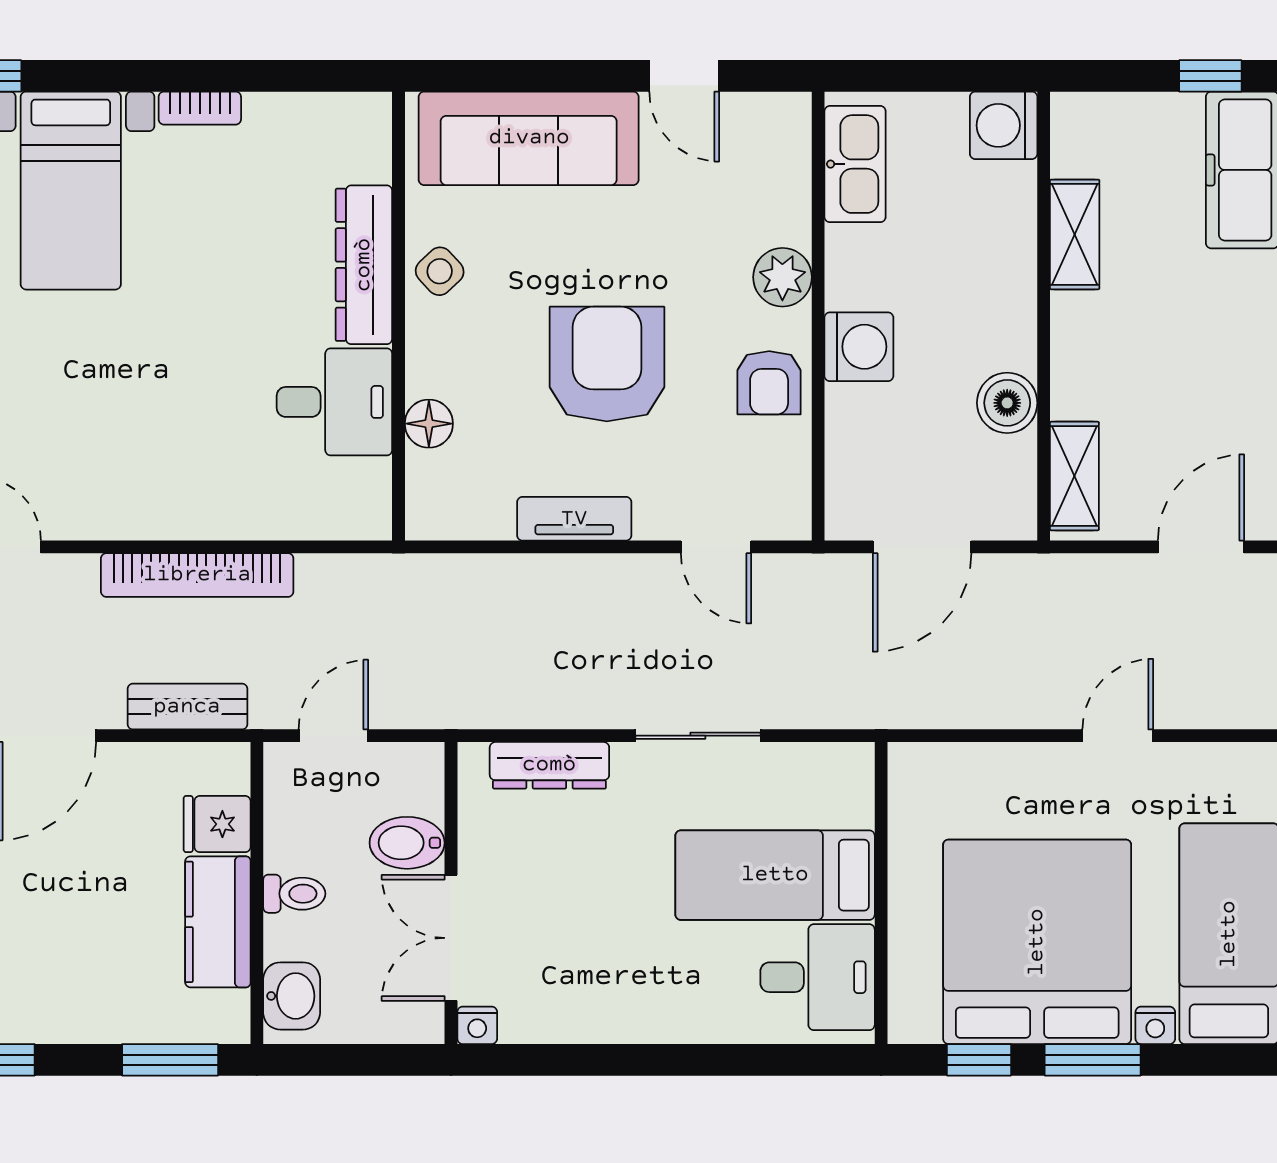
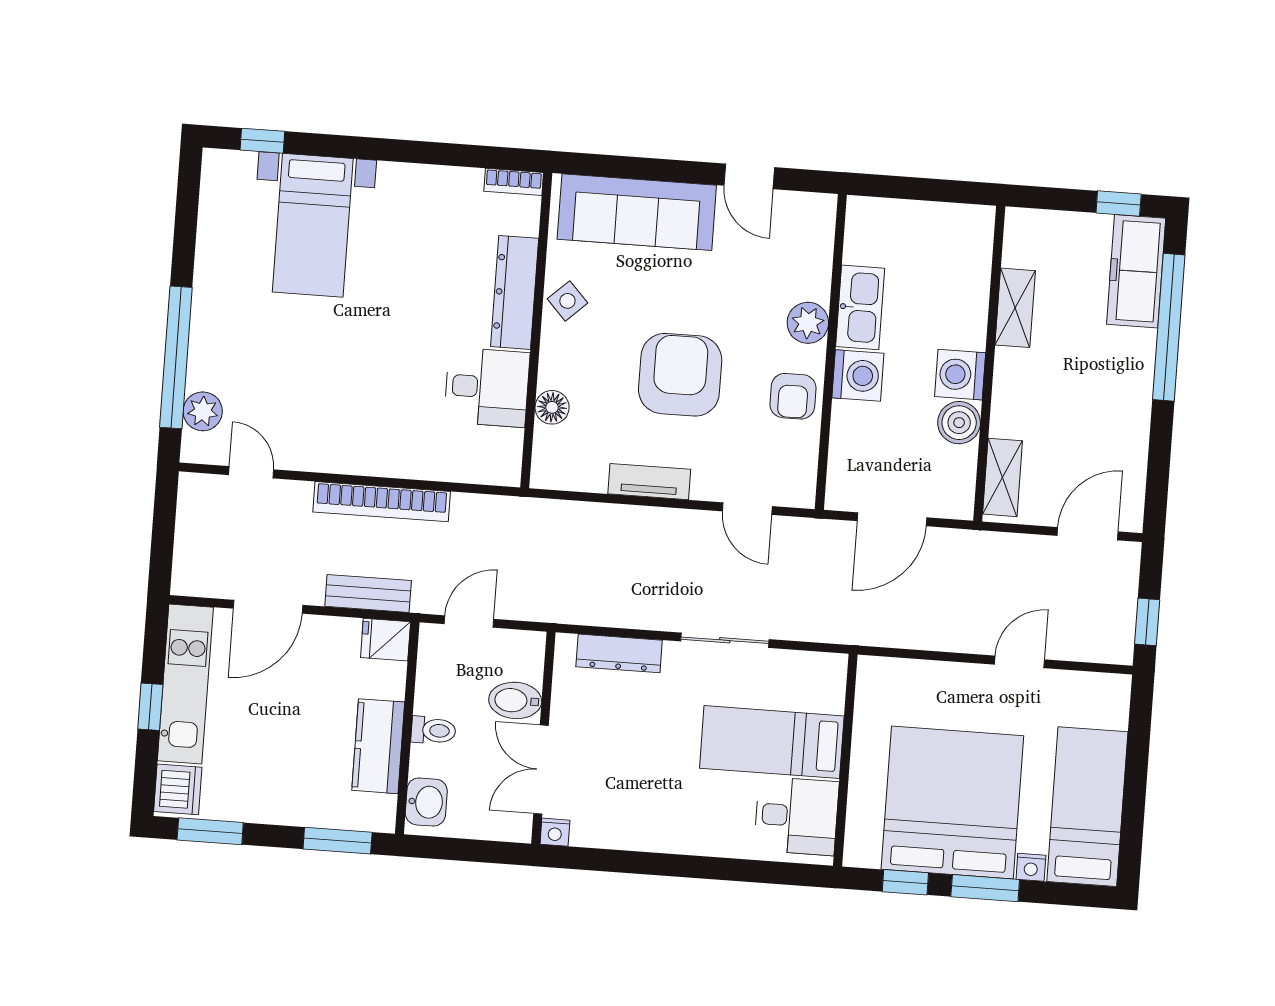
bookcase: (200, 108) -> (514, 182), moved
washing machine: (1004, 125) -> (960, 375), moved
kitchen sink: (855, 164) -> (860, 307), moved
fridge: (217, 824) -> (386, 640), moved

